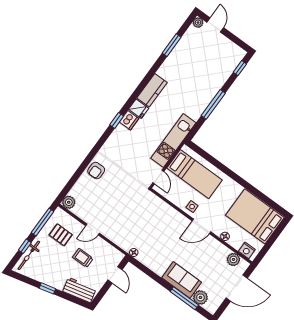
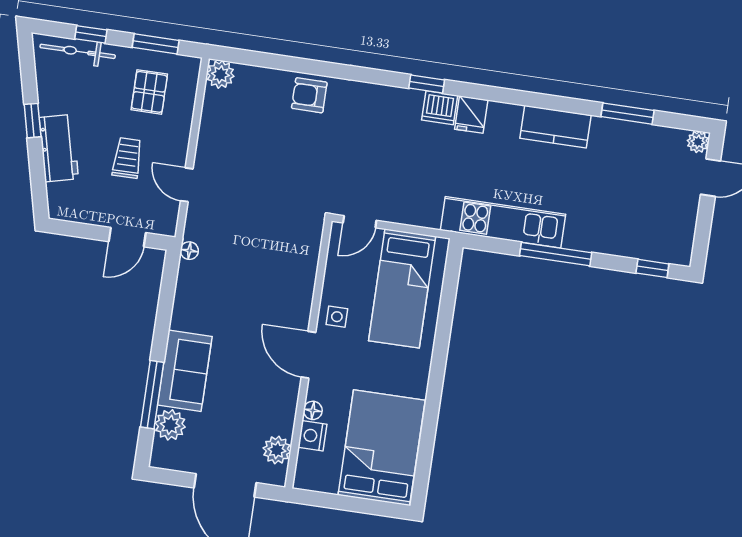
kitchen counter: (152, 90) -> (555, 127), moved
kitchen unit: (173, 140) -> (503, 222), moved
window: (43, 222) -> (156, 44), width x0.69
door: (93, 229) -> (187, 185), moved
nightstand: (247, 250) -> (312, 436), moved
workbench: (79, 290) -> (59, 148), moved

